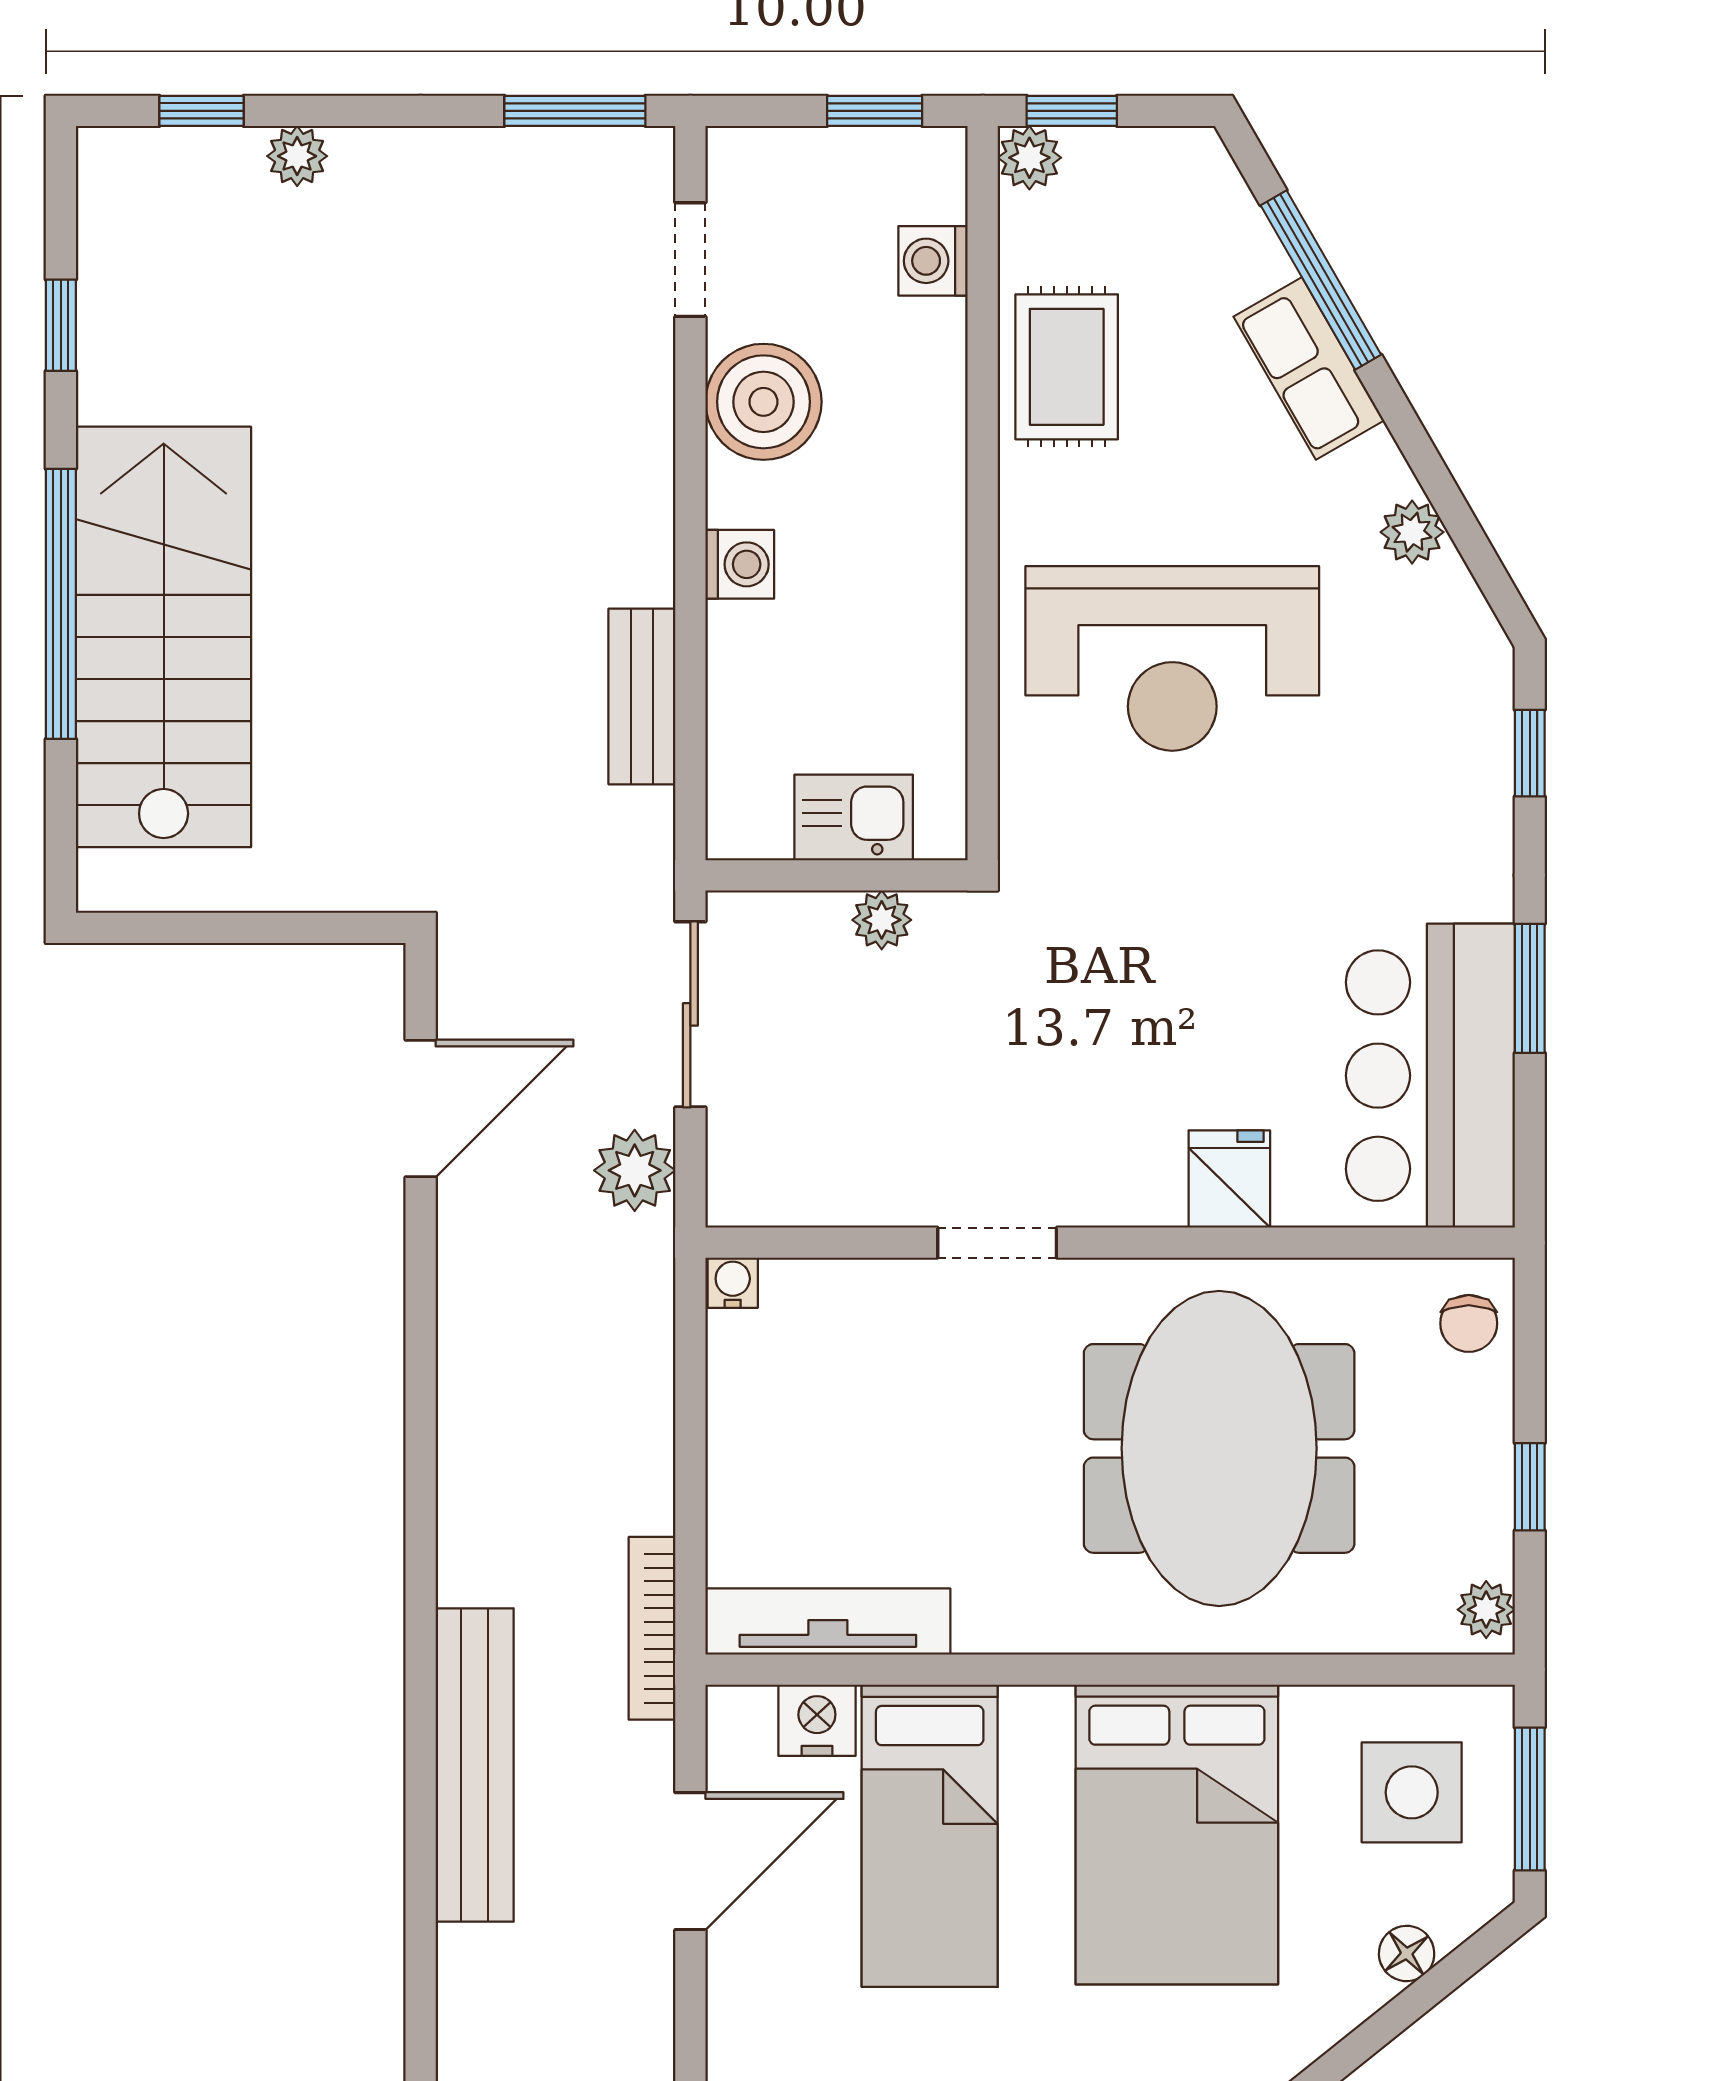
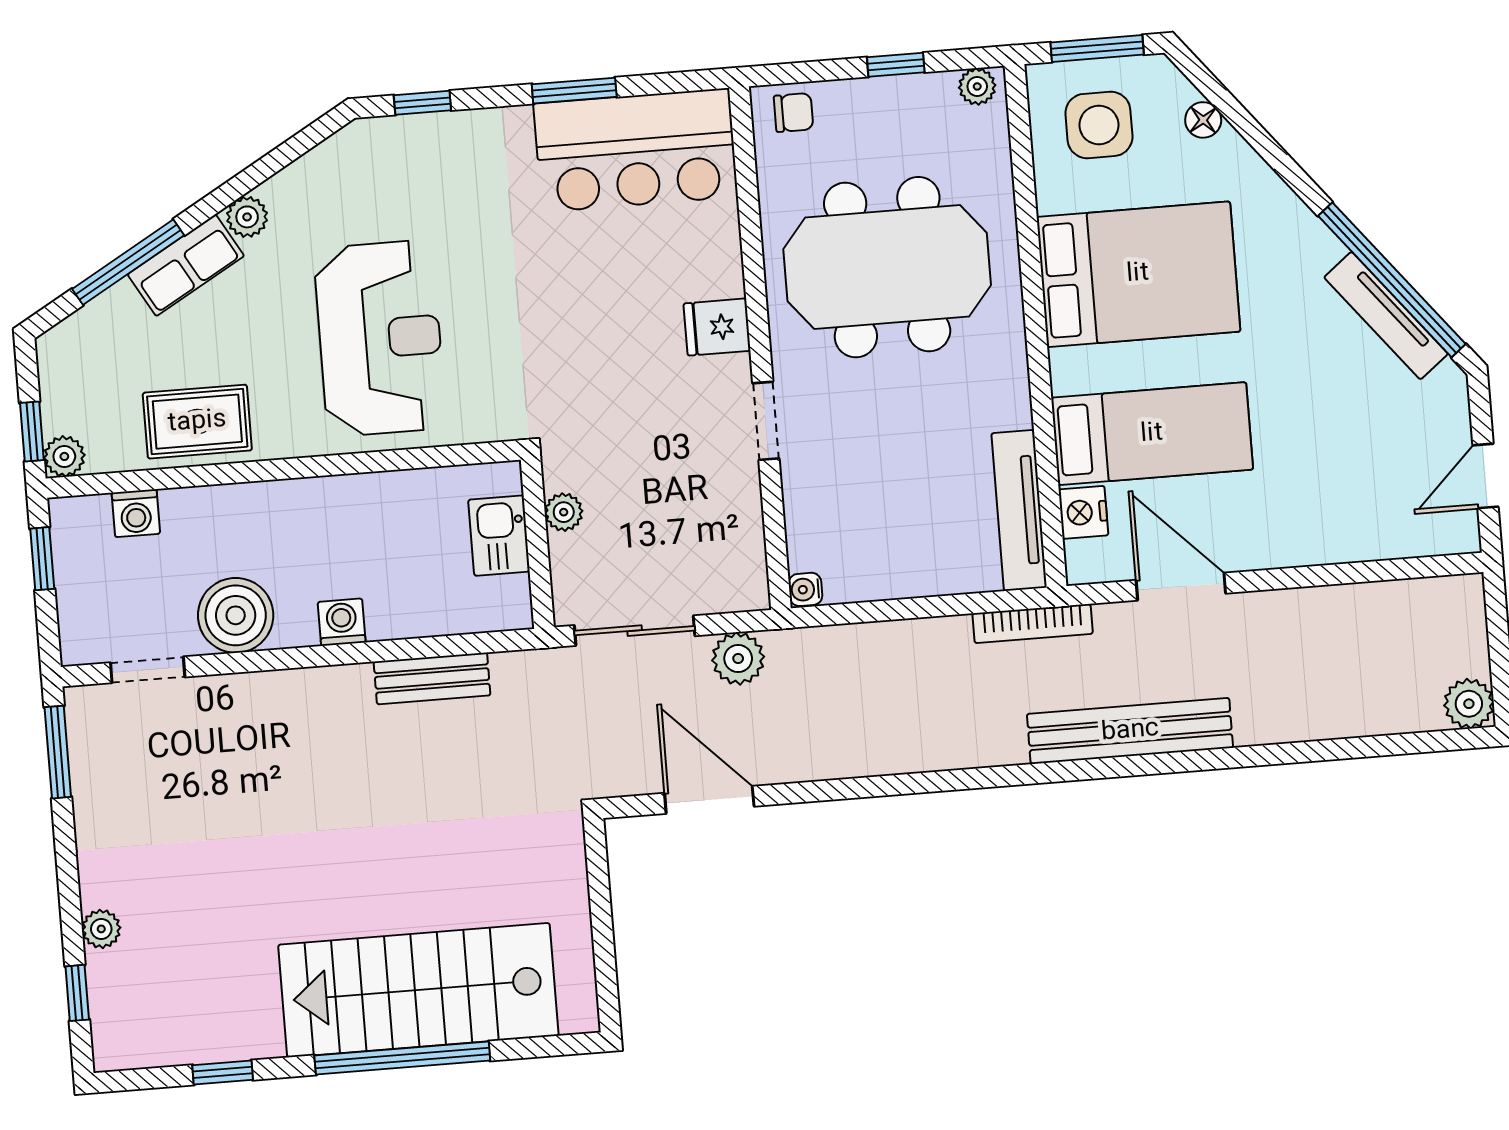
plant: (1412, 532) -> (247, 217), moved
fridge: (1229, 1179) -> (717, 327), moved

